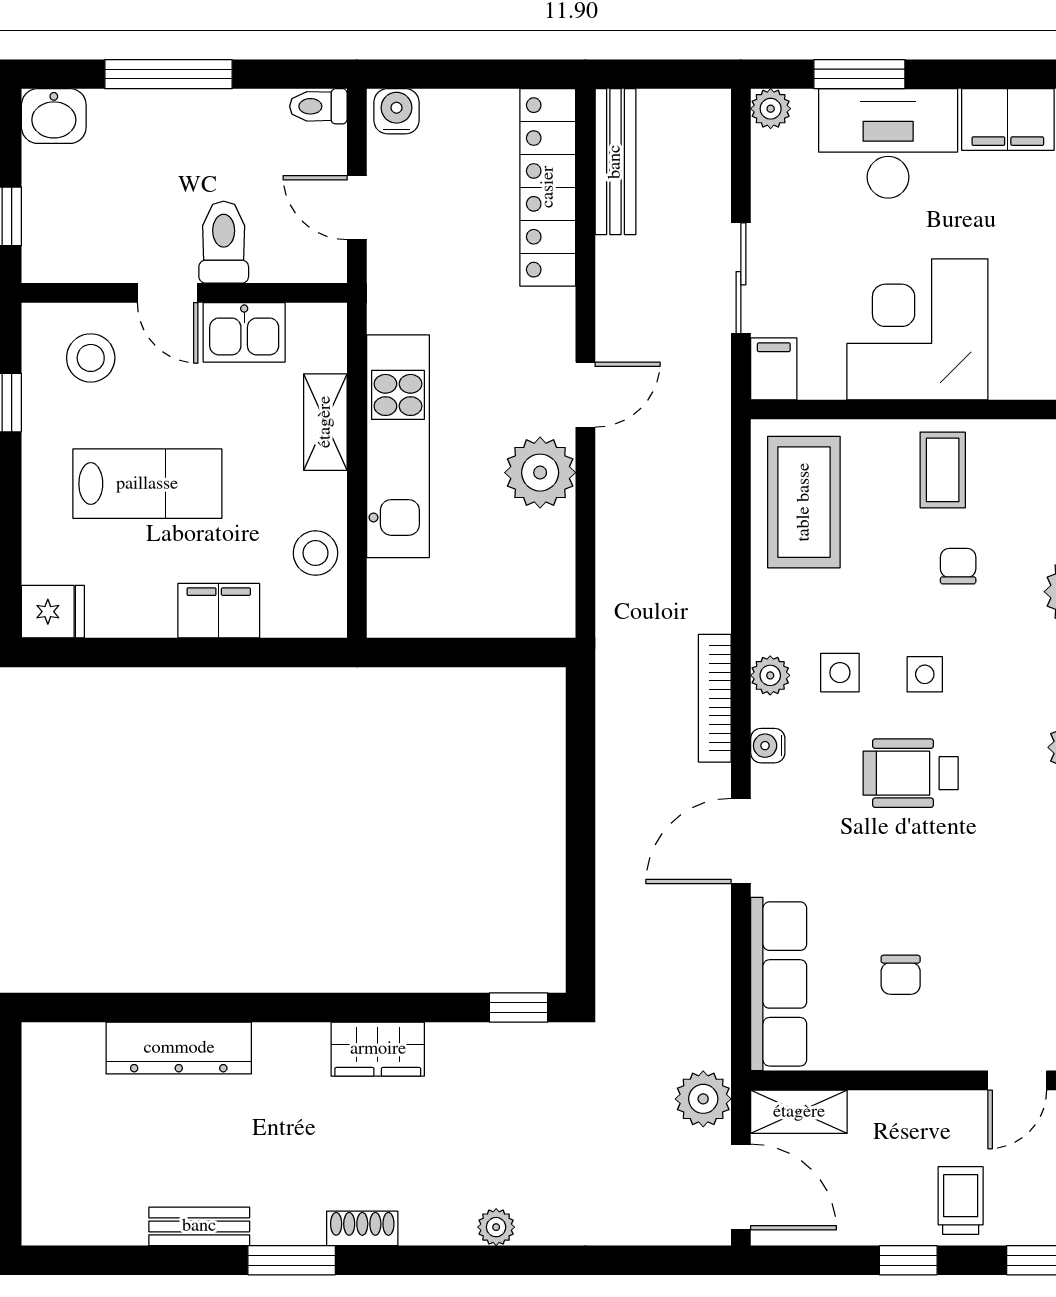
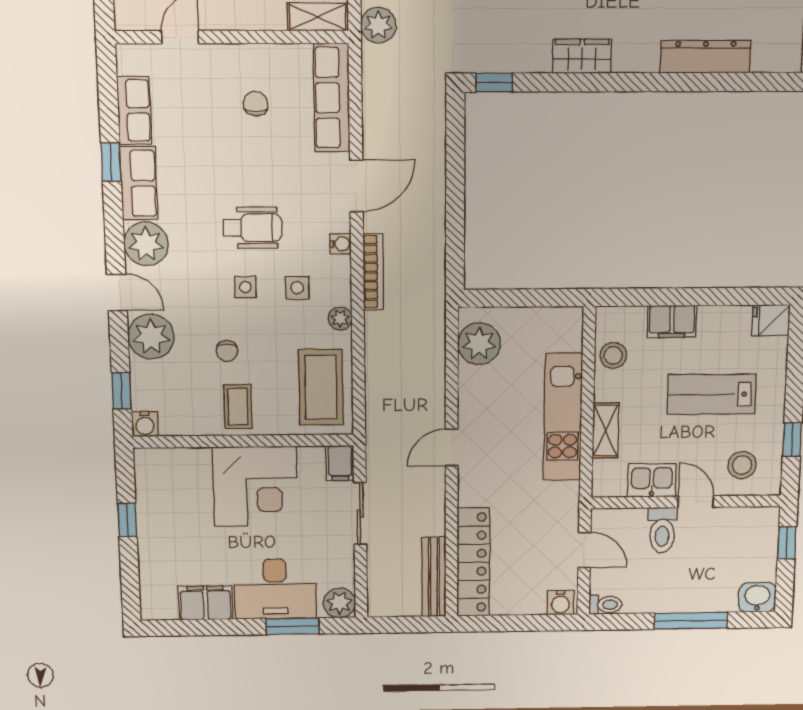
plant: (771, 109) -> (340, 603), width x1.38, depth x1.38
plant: (540, 473) -> (479, 344), moved
plant: (770, 675) -> (340, 318), moved

